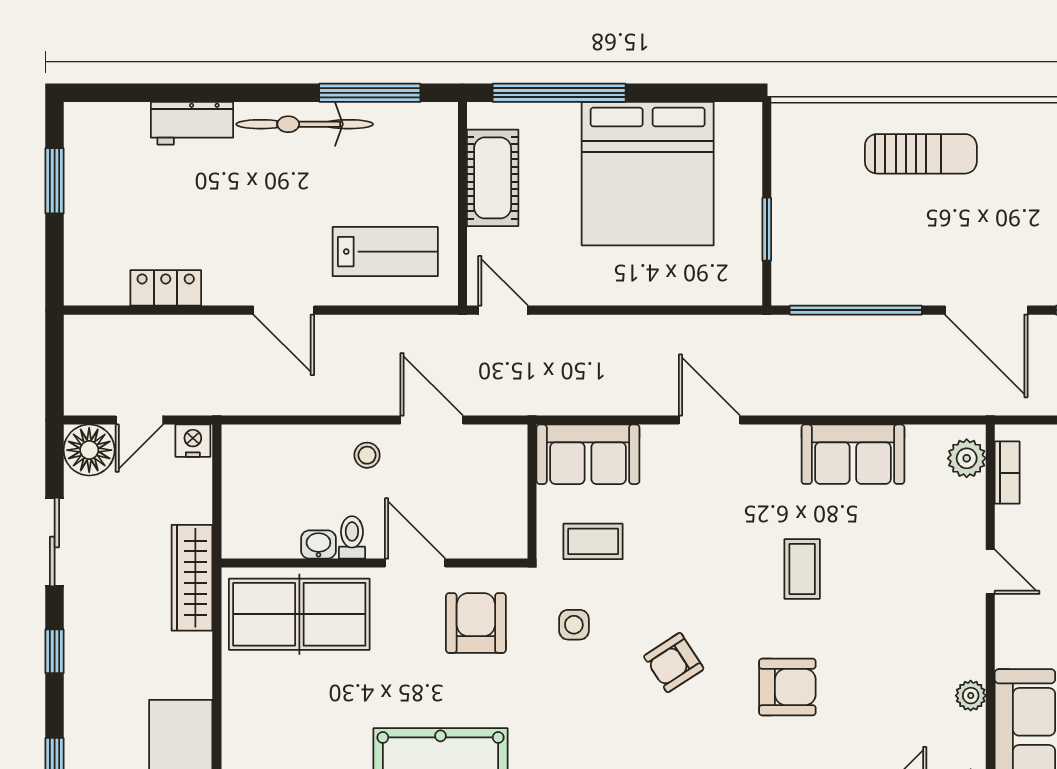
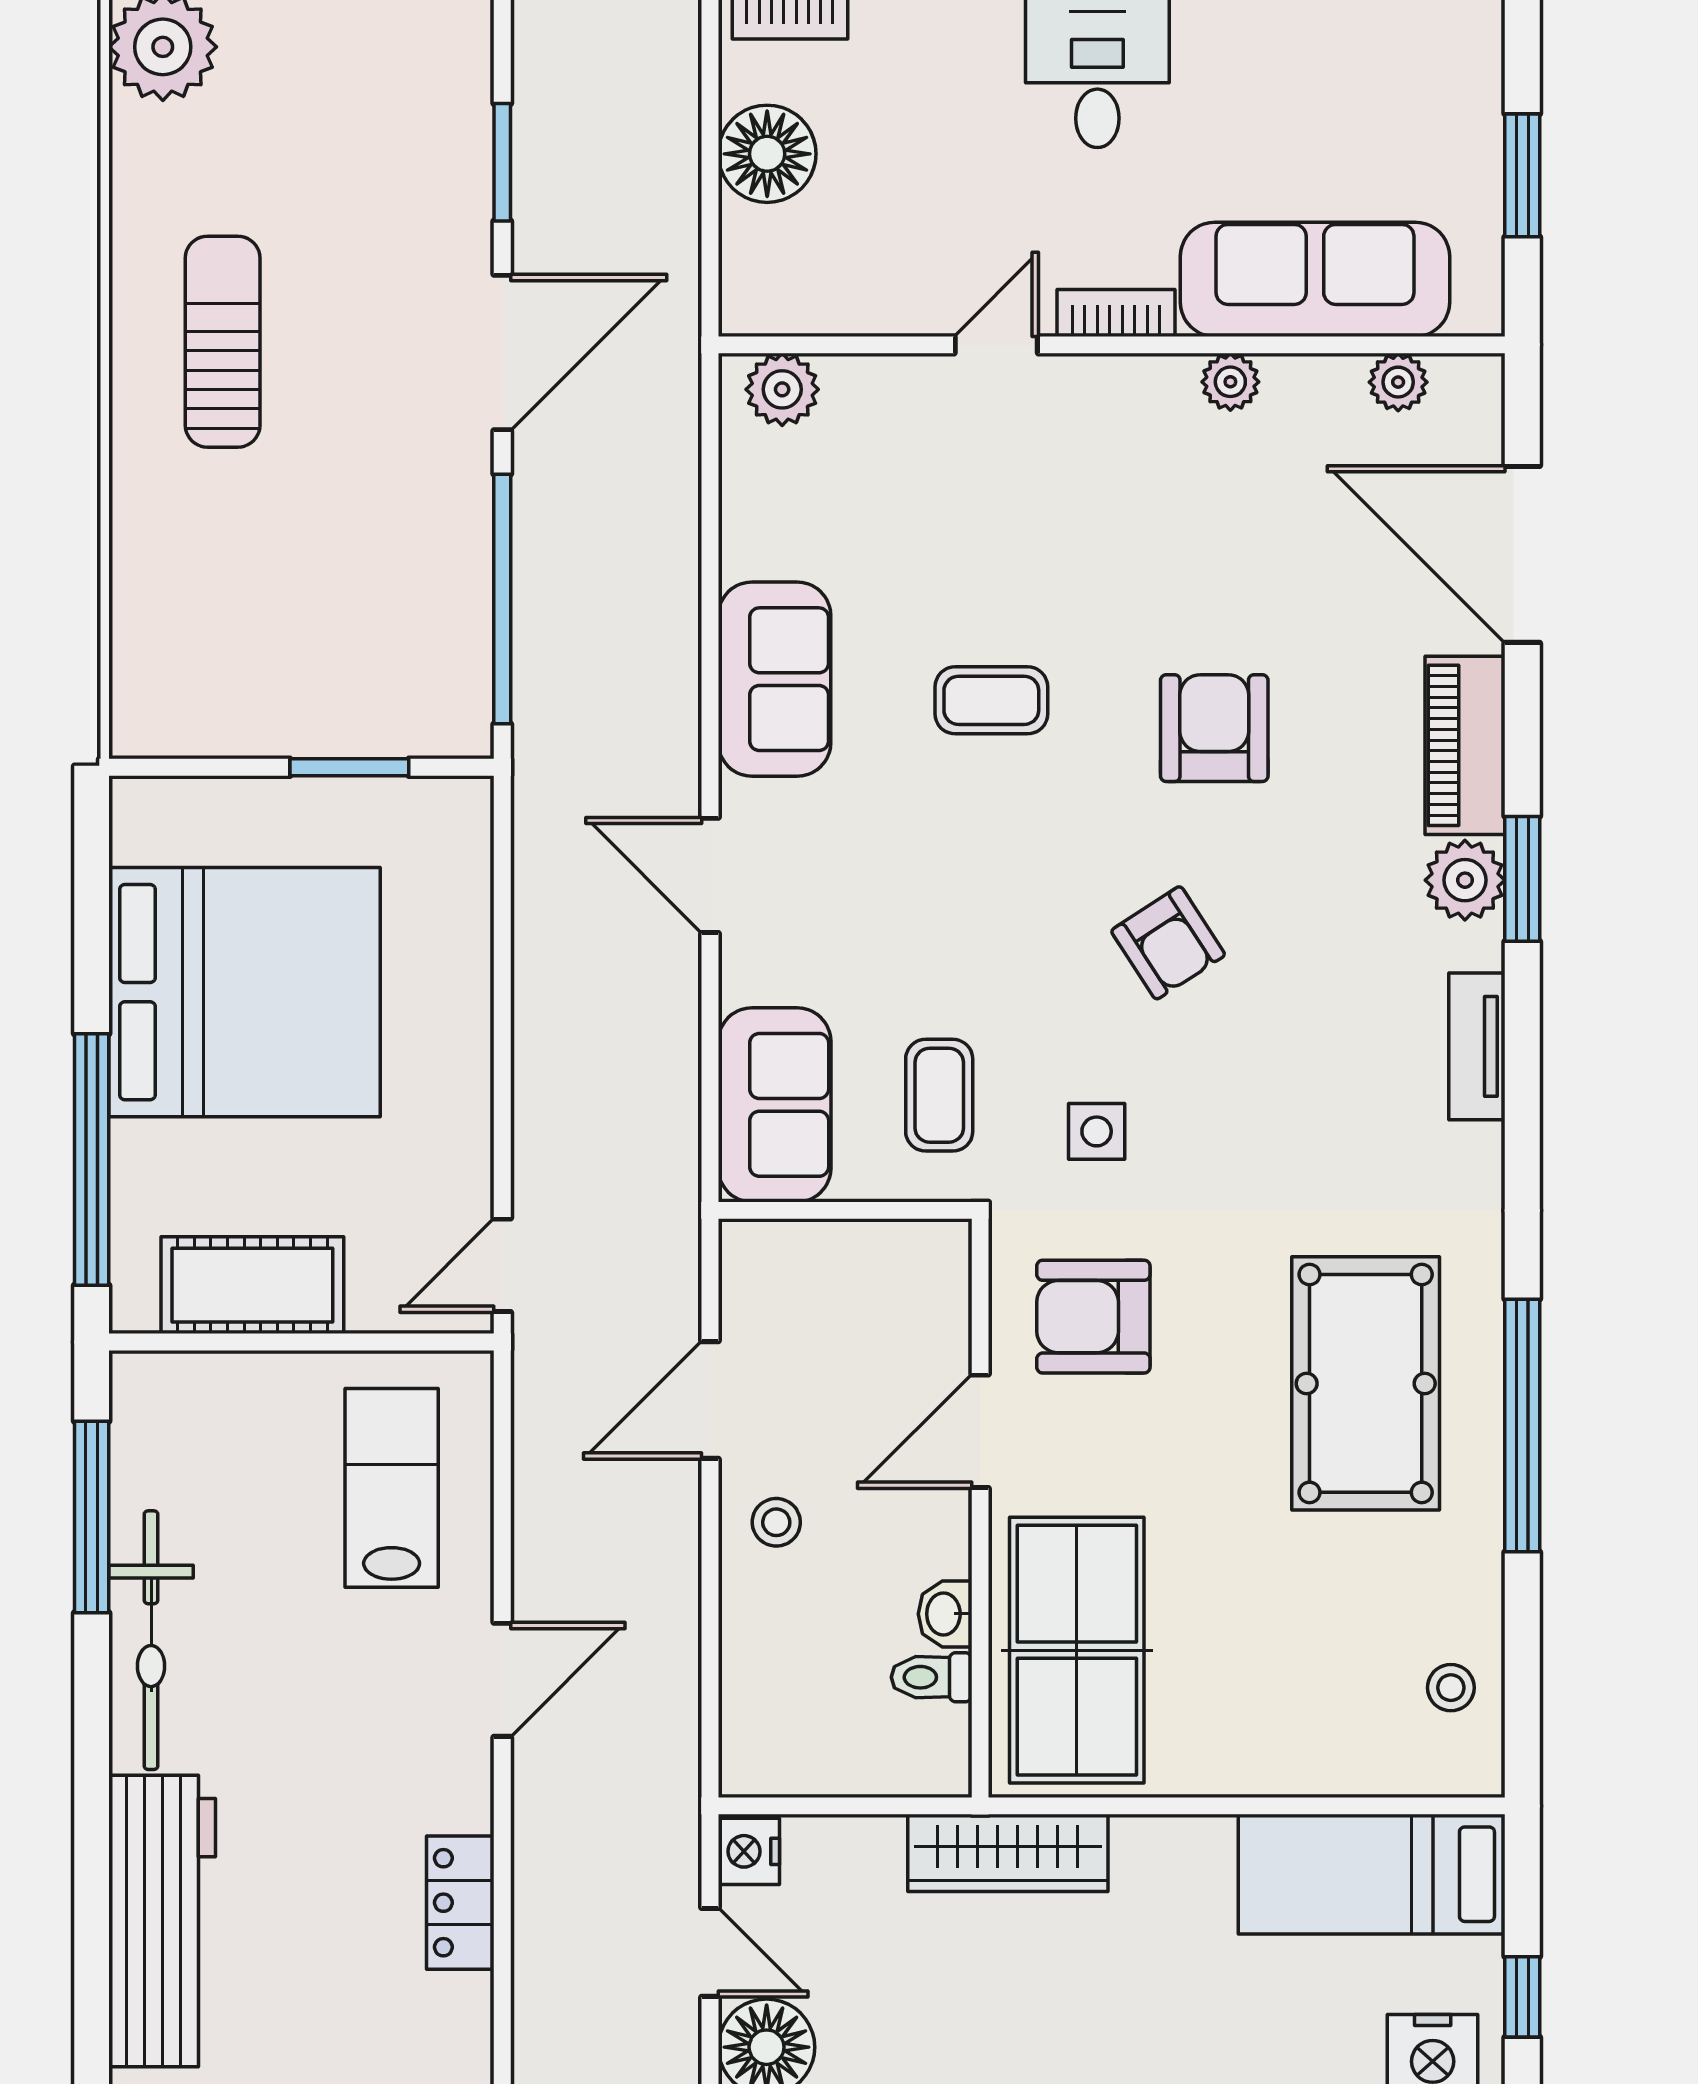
workbench: (192, 123) -> (162, 1921), width x1.88, depth x1.32
sun lounger: (921, 154) -> (223, 342), moved
door: (709, 420) -> (710, 875), hinge flipped
sofa: (853, 454) -> (775, 679), moved
bookcase: (1007, 473) -> (1116, 313), moved
toilet: (352, 537) -> (932, 1677), moved

